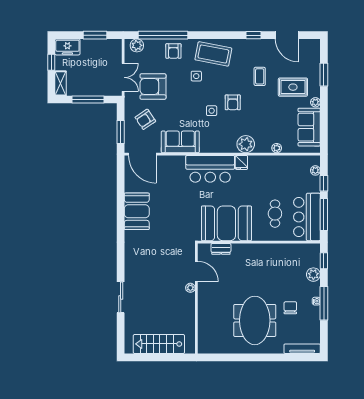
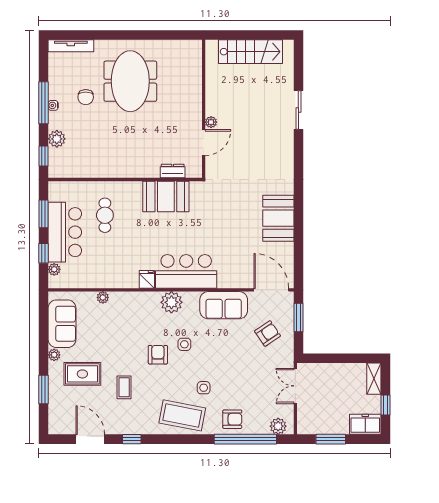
armchair: (173, 51) -> (232, 419), turned 90
armchair: (153, 87) -> (258, 375), removed
window: (88, 100) -> (339, 358), removed
plant: (246, 144) -> (171, 302), moved
window: (324, 215) -> (44, 214), width x0.69
bar counter: (307, 217) -> (65, 232), moved
booth: (226, 223) -> (166, 196), width x0.73, depth x0.70
door: (196, 271) -> (204, 143), swing flipped

